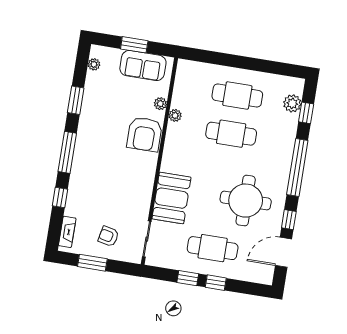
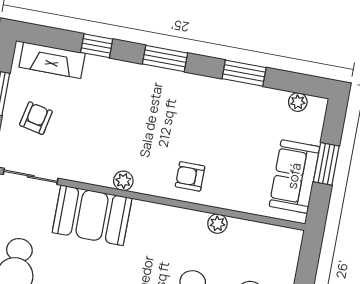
plant: (160, 104) -> (123, 181), moved
armchair: (144, 134) -> (190, 176), width x0.53, depth x0.53
window: (67, 152) -> (165, 58), width x0.69
fireplace: (67, 232) -> (52, 60), width x1.37, depth x1.32

